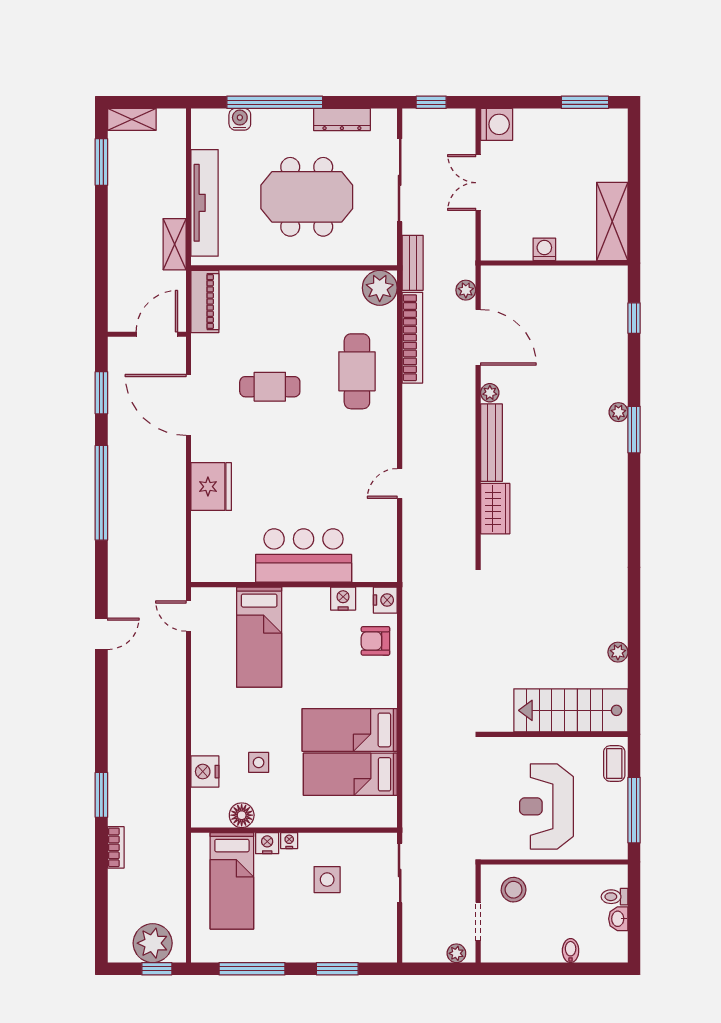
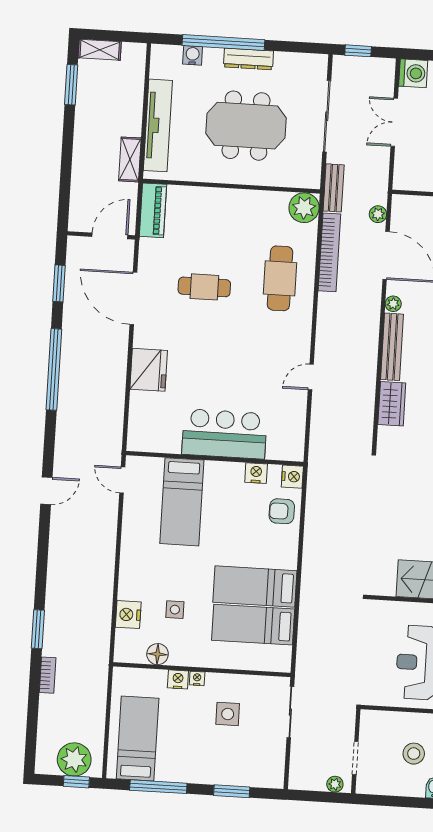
dresser: (342, 119) -> (248, 59), moved
bed: (232, 881) -> (138, 738), moved, turned 180
stool: (514, 890) -> (414, 754), moved

